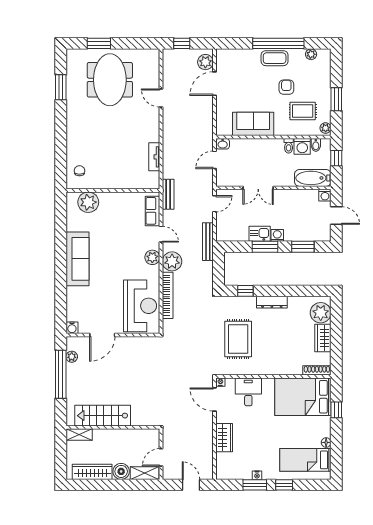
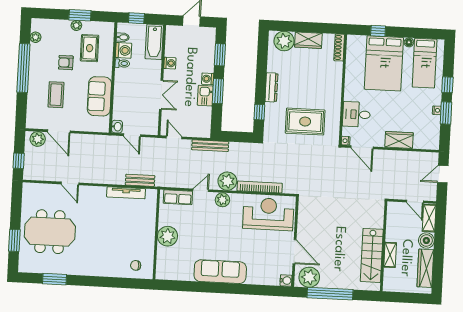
coffee table: (275, 58) -> (56, 95), moved
door: (161, 98) -> (70, 183), hinge flipped
plant: (326, 128) -> (76, 25), moved
tv unit: (154, 157) -> (126, 193), width x1.41
bench: (168, 194) -> (140, 180), moved
washing machine: (325, 195) -> (170, 63), moved
plant: (88, 202) -> (167, 236), moved
plant: (72, 357) -> (309, 277), width x1.87, depth x1.87
bed: (303, 397) -> (384, 63), moved
door: (215, 400) -> (362, 147), hinge flipped
shelving: (79, 435) -> (390, 255), moved

